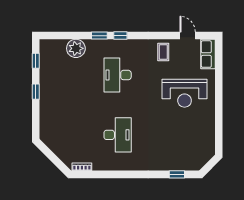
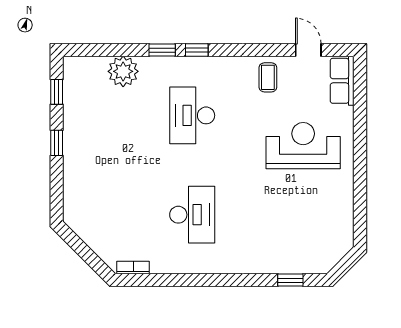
reception desk: (185, 93) -> (303, 146), turned 180

